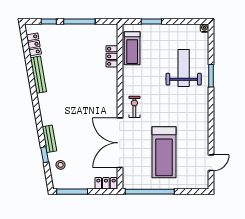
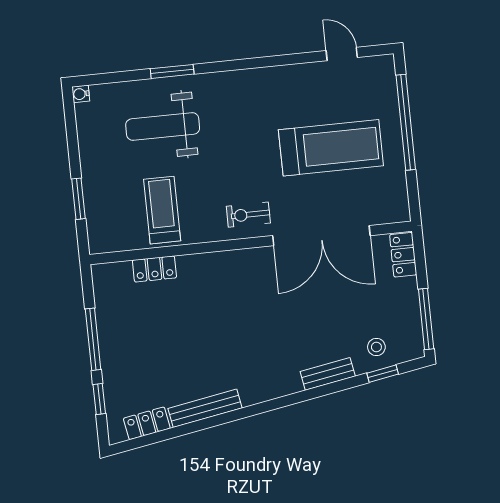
treadmill: (132, 48) -> (162, 210), moved, turned -90
window: (45, 155) -> (383, 374), moved
window: (150, 192) -> (406, 122), moved

